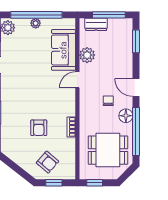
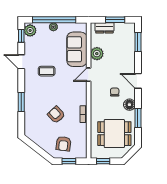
window: (109, 15) -> (115, 20), width x0.69
coffee table: (27, 76) -> (47, 71), added
armchair: (39, 128) -> (56, 115), turned 137
window: (136, 132) -> (138, 118), width x0.47
armchair: (47, 162) -> (63, 144), turned 56

